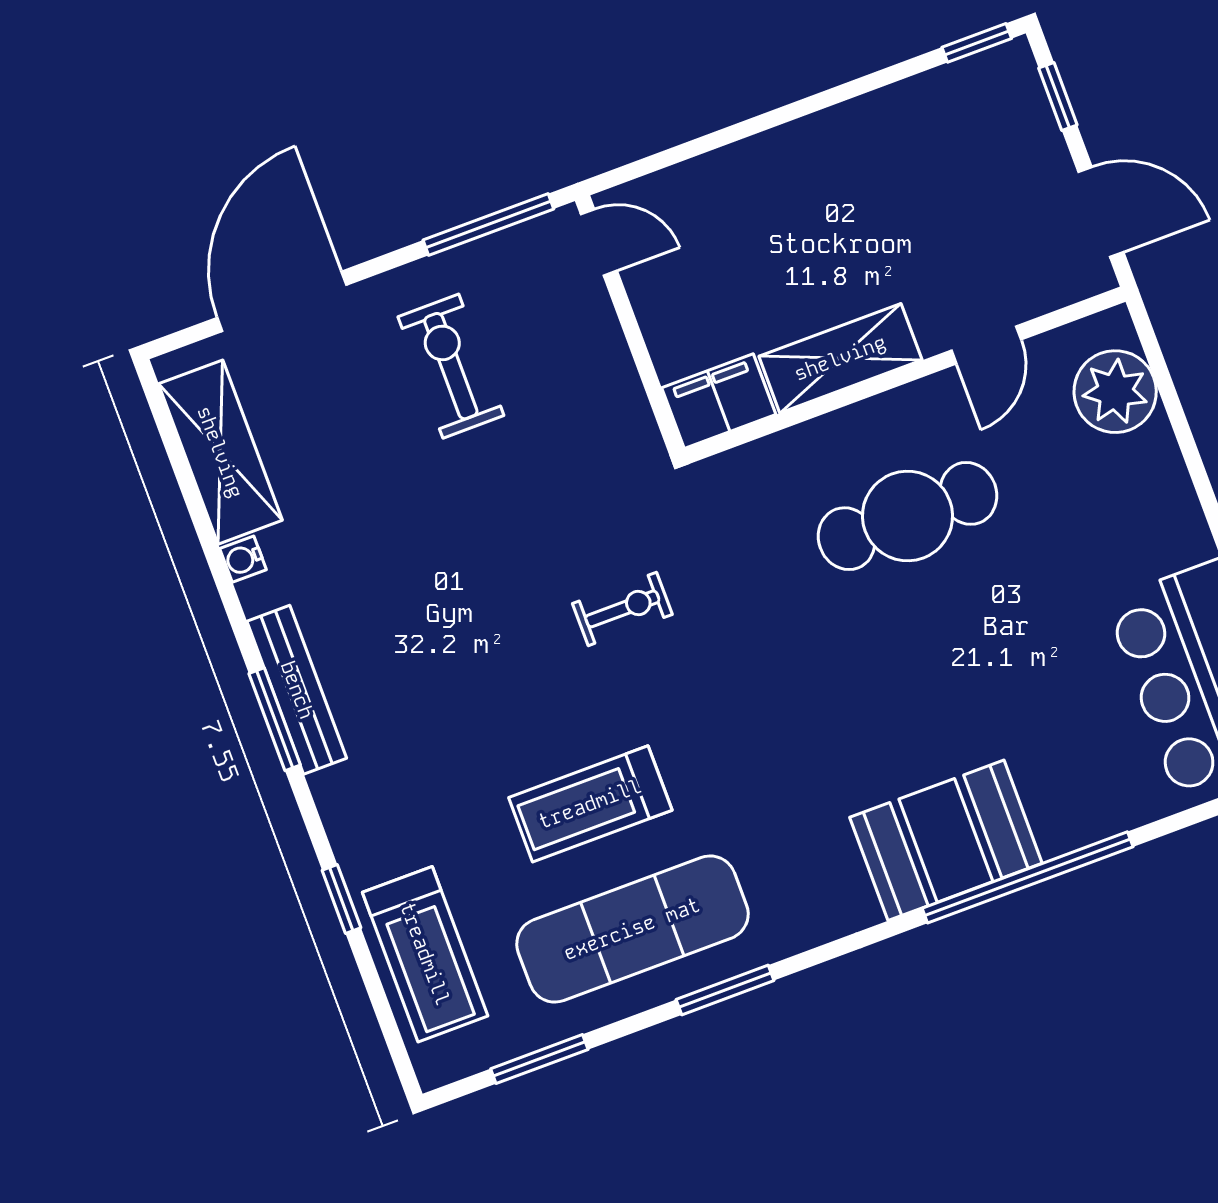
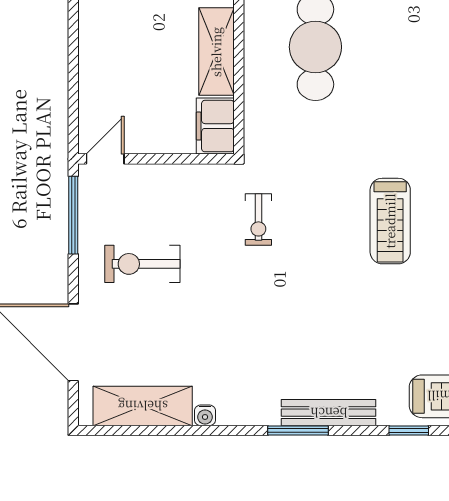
exercise bike: (622, 609) -> (258, 220), moved, turned 180
bench: (297, 690) -> (329, 413), moved
treadmill: (590, 804) -> (390, 221), moved

